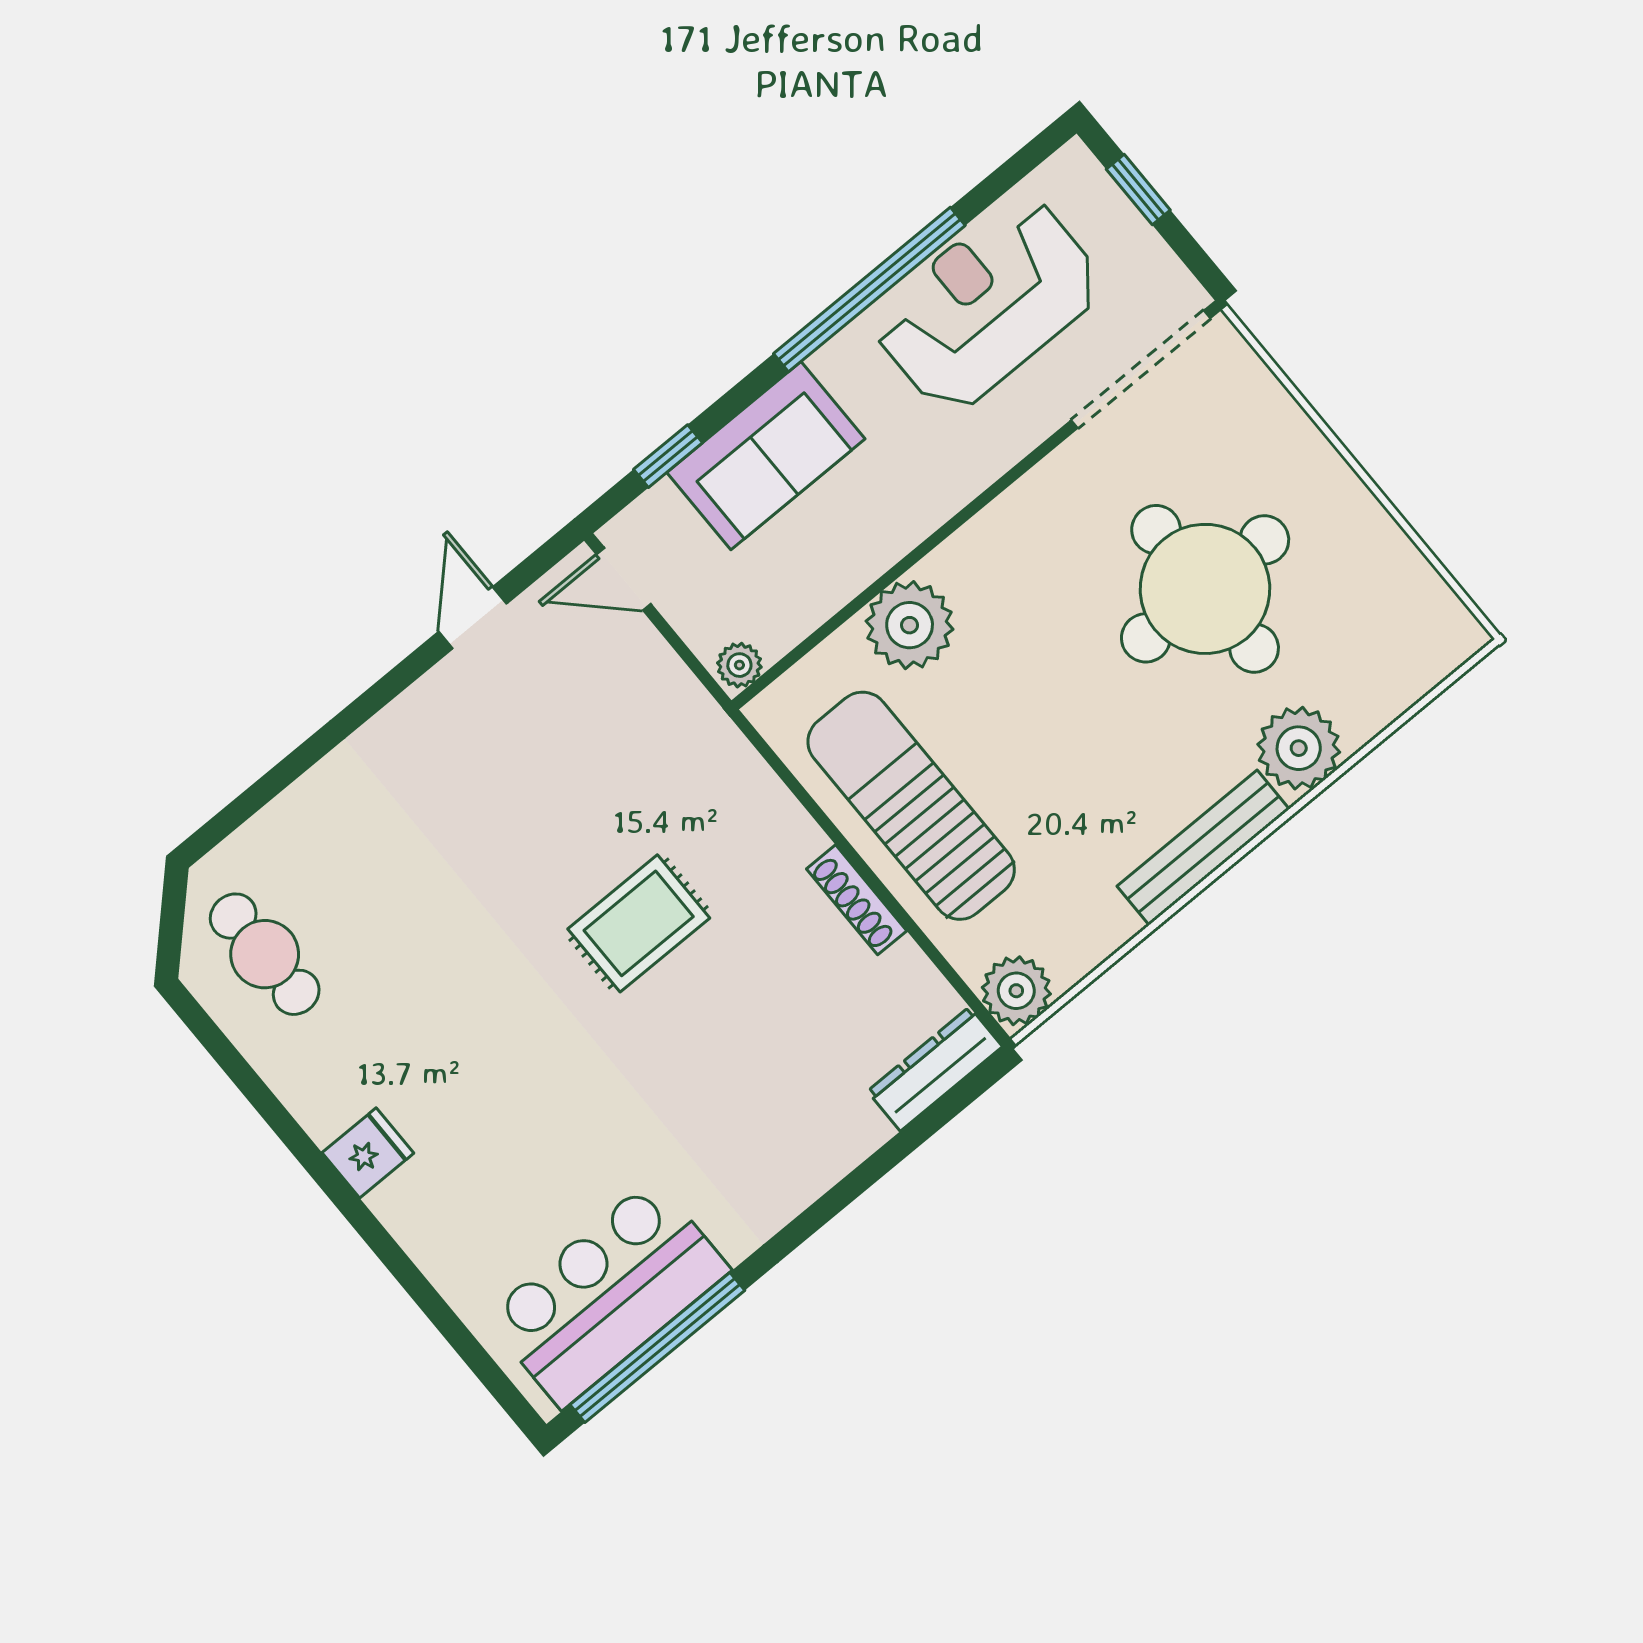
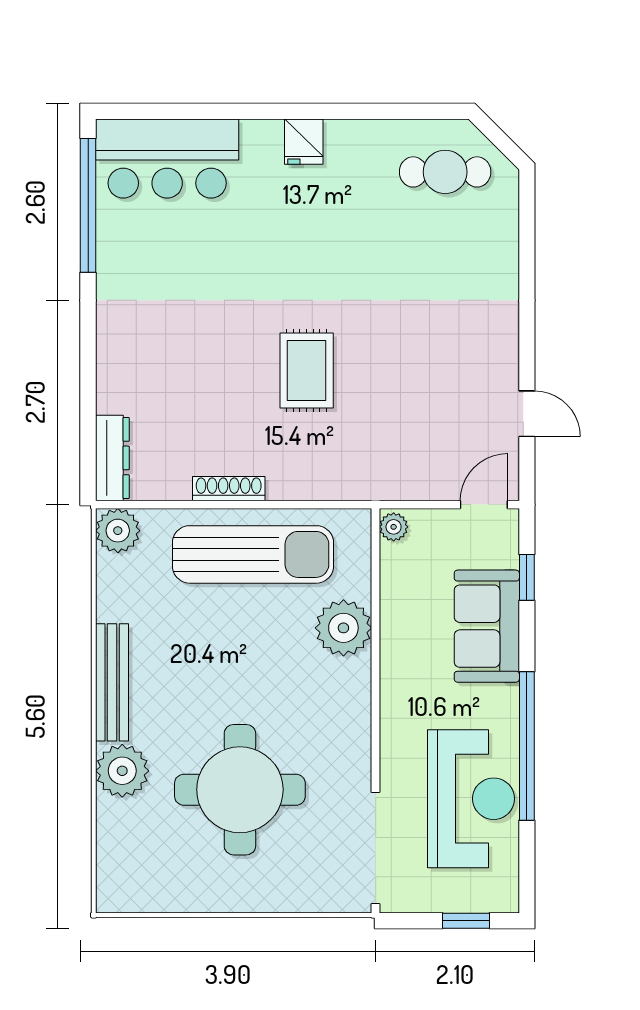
bar counter: (608, 1293) -> (167, 158), moved, turned 90

